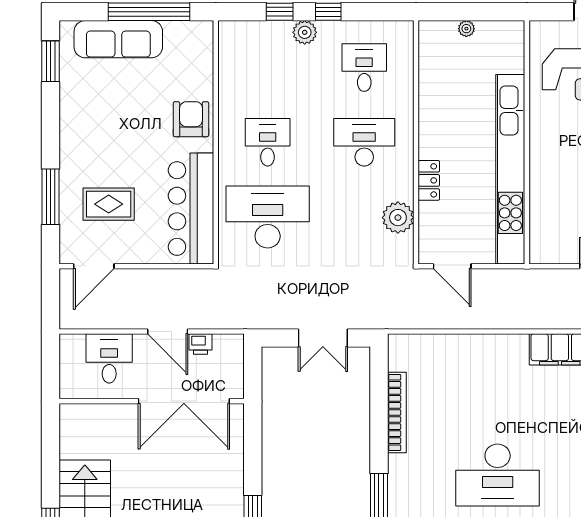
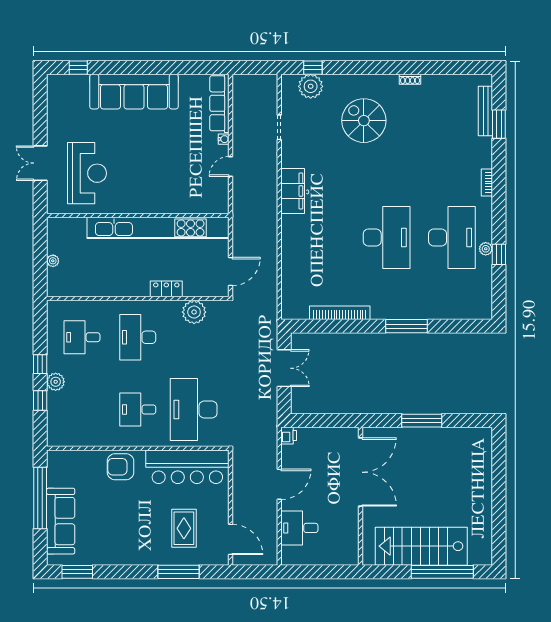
printer: (201, 344) -> (289, 436), moved
wall: (152, 401) -> (361, 496), moved
double door: (184, 401) -> (361, 472), moved

